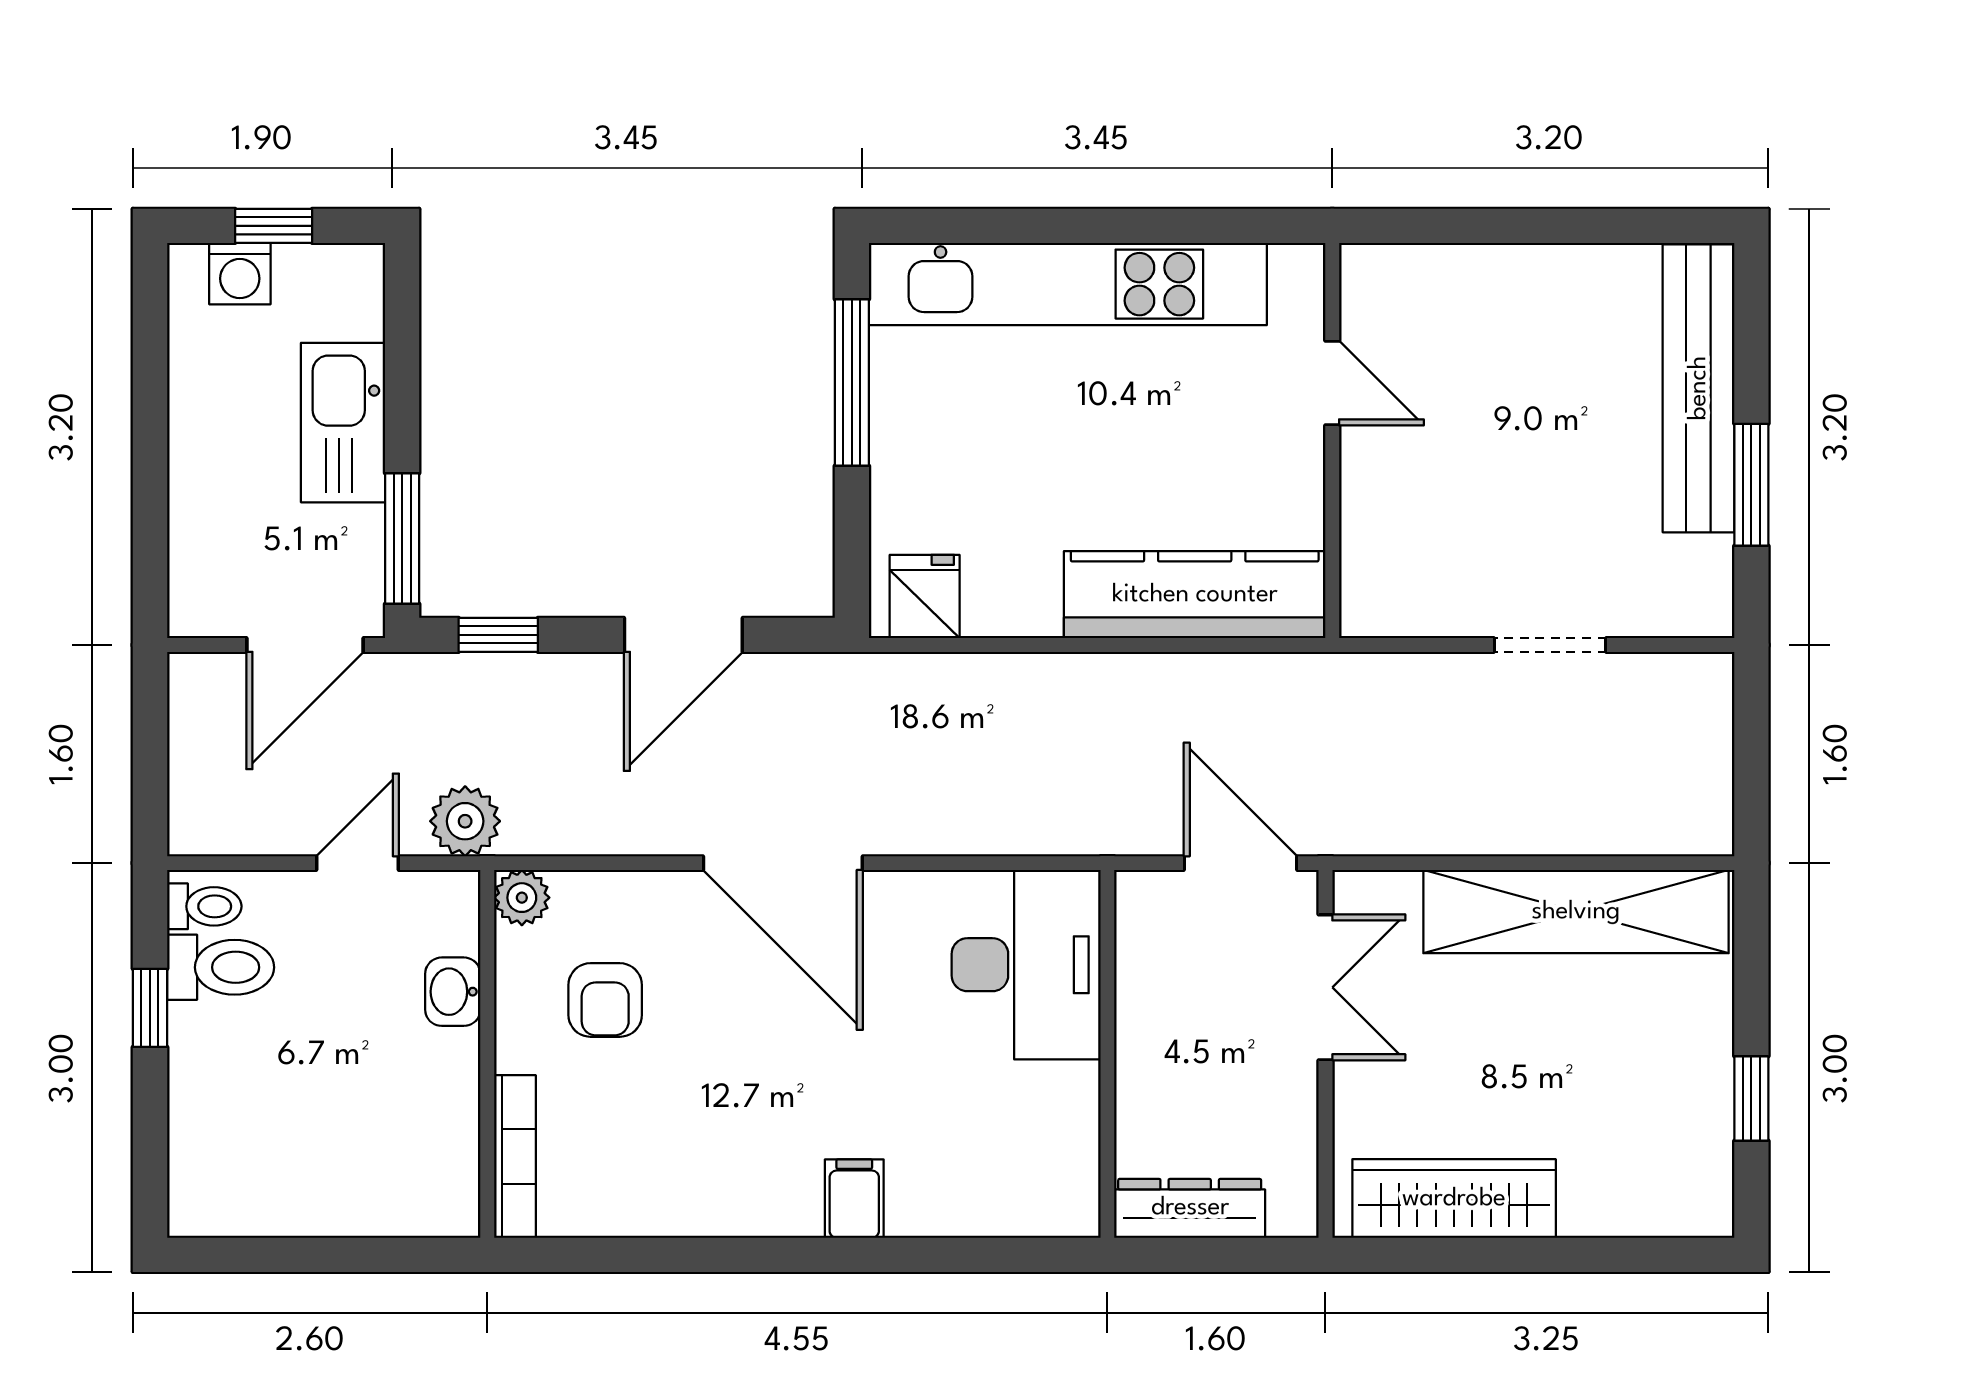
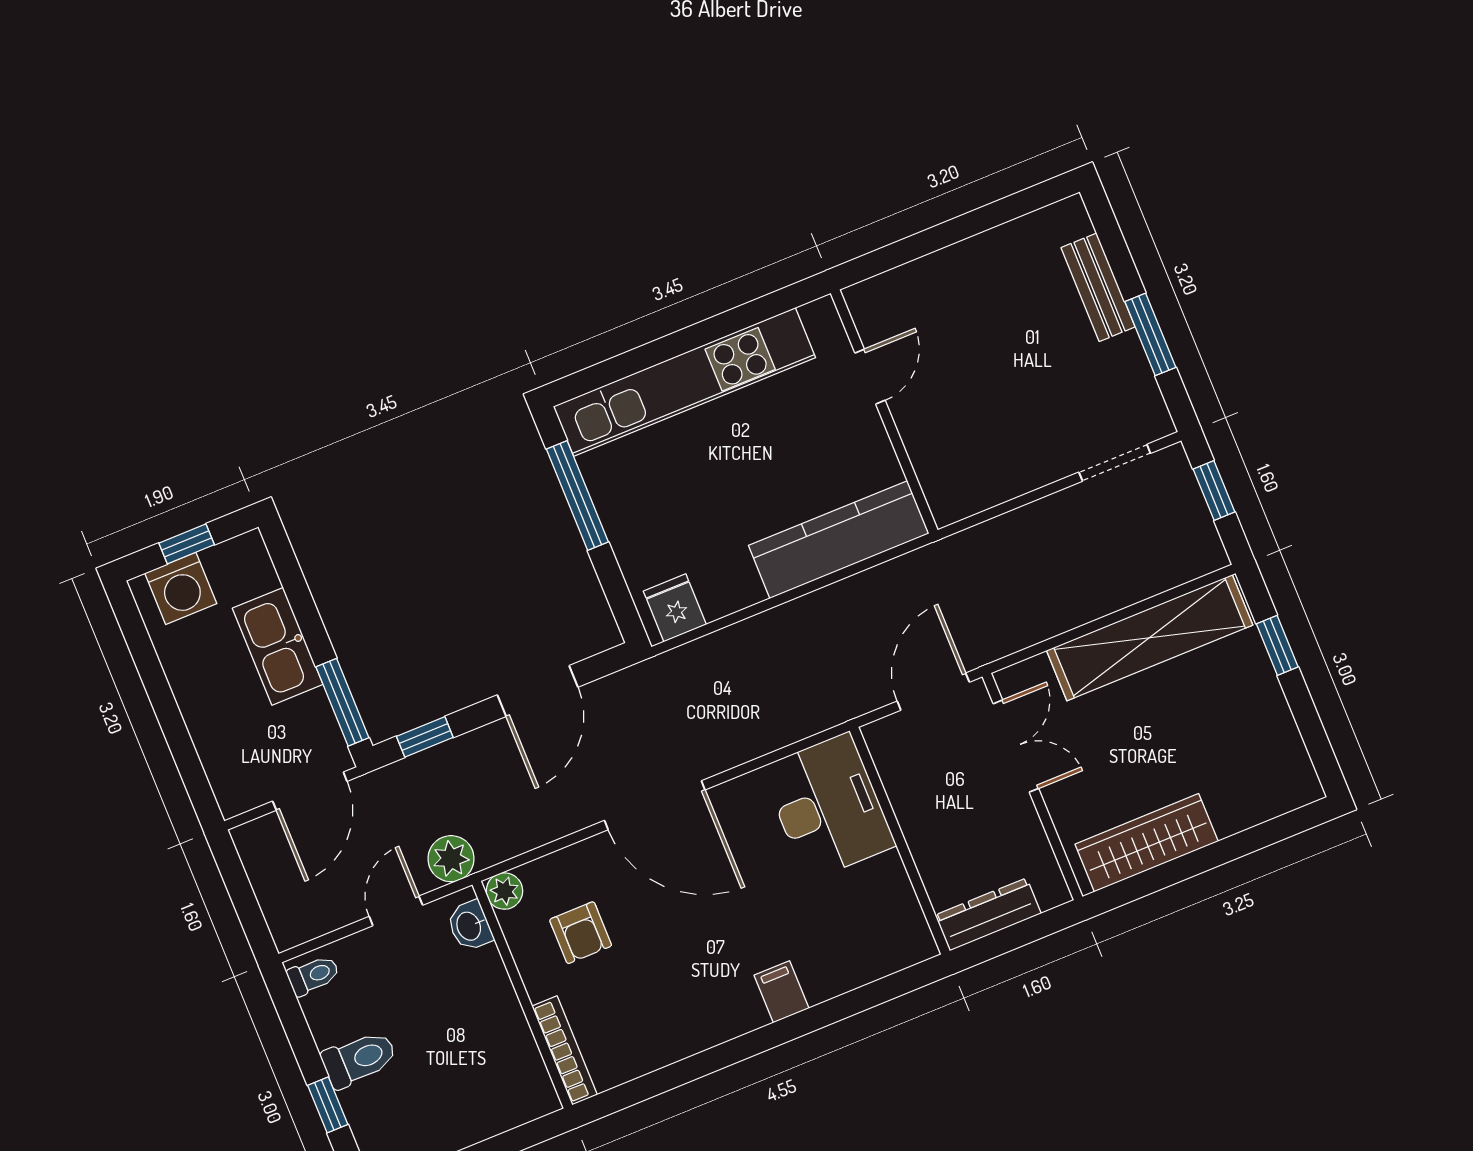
washing machine: (240, 274) -> (181, 588), width x1.38, depth x1.38
door: (1332, 383) -> (870, 377), hinge flipped
bench: (1699, 388) -> (1098, 287), width x0.54, depth x0.82
doorway: (1550, 645) -> (1115, 463), moved
window: (1751, 741) -> (1214, 491), added
door: (1240, 863) -> (933, 692), hinge flipped
toilet: (221, 967) -> (359, 1059), moved
washbasin: (453, 992) -> (470, 926), moved
window: (150, 1008) -> (328, 1105), moved
window: (1751, 1099) -> (1277, 645), moved

